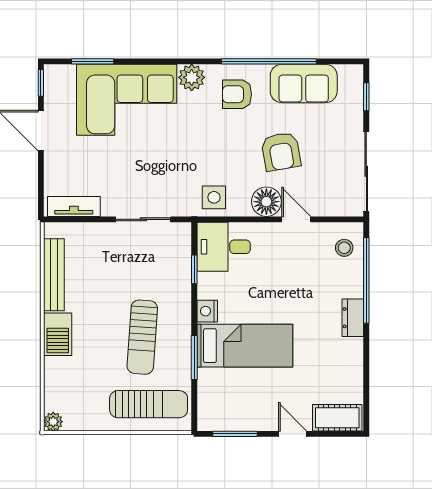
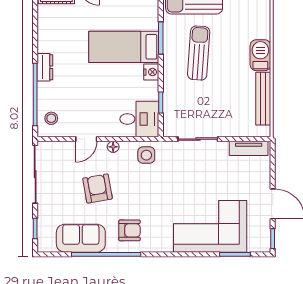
plant: (192, 77) -> (163, 243), removed
floor lamp: (266, 202) -> (113, 147), width x0.53, depth x0.53
door: (296, 219) -> (86, 139), hinge flipped

